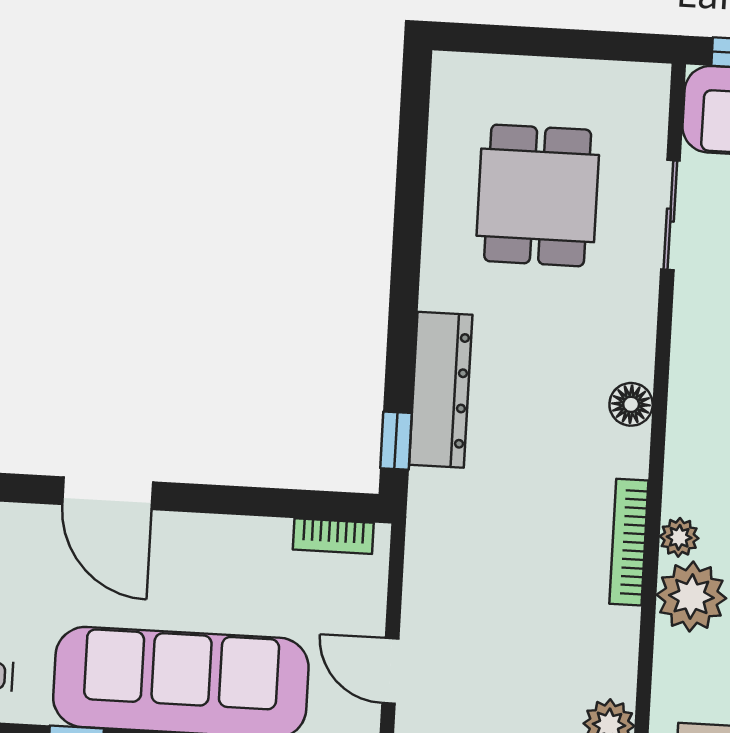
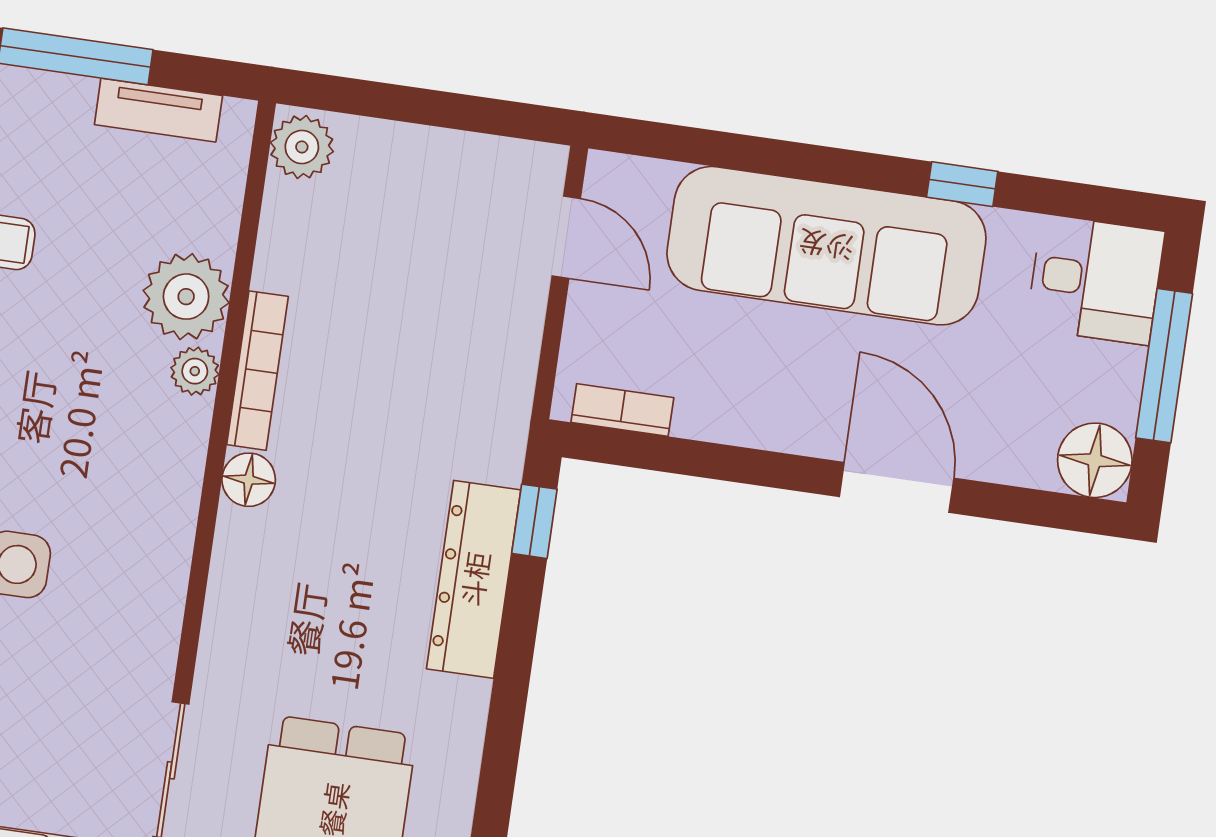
floor lamp: (631, 404) -> (249, 480), moved

